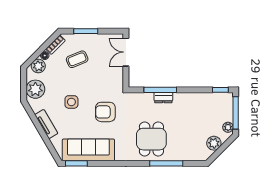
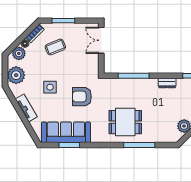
dresser: (163, 98) -> (167, 83), moved
dining table: (151, 139) -> (125, 122), turned 90
window: (76, 163) -> (69, 145), moved

